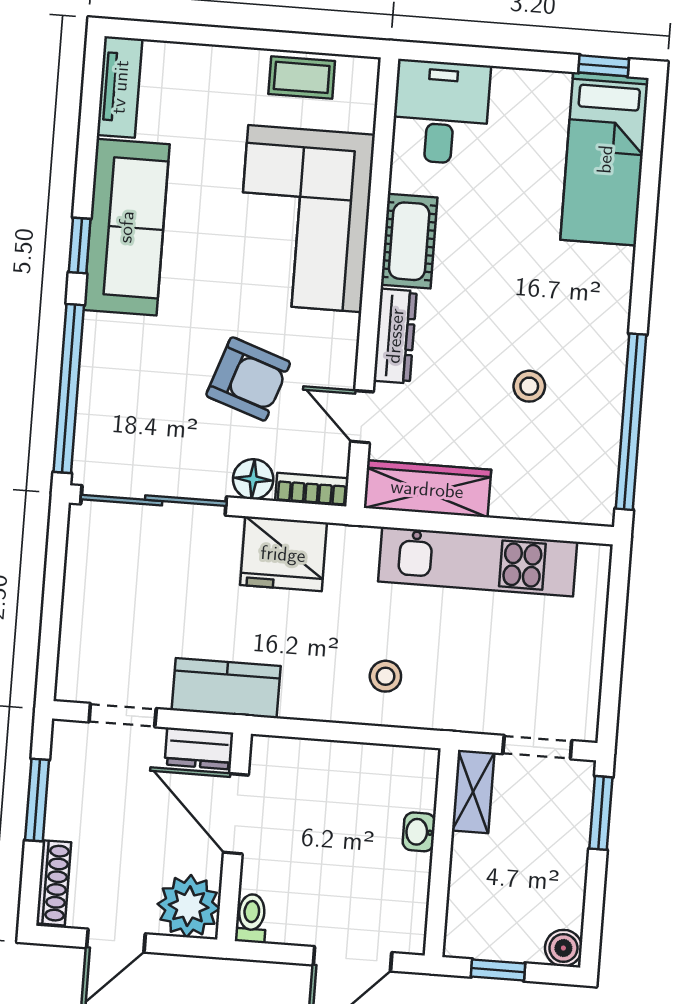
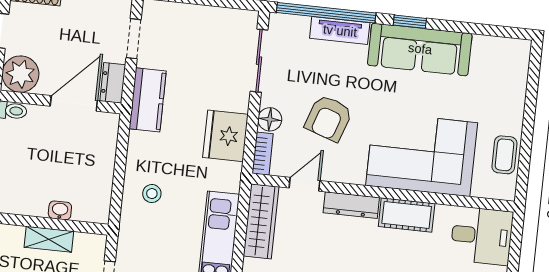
tv unit: (120, 87) -> (340, 31), moved
sliding door: (154, 500) -> (259, 61), width x0.73
shelving: (473, 792) -> (49, 239), moved

